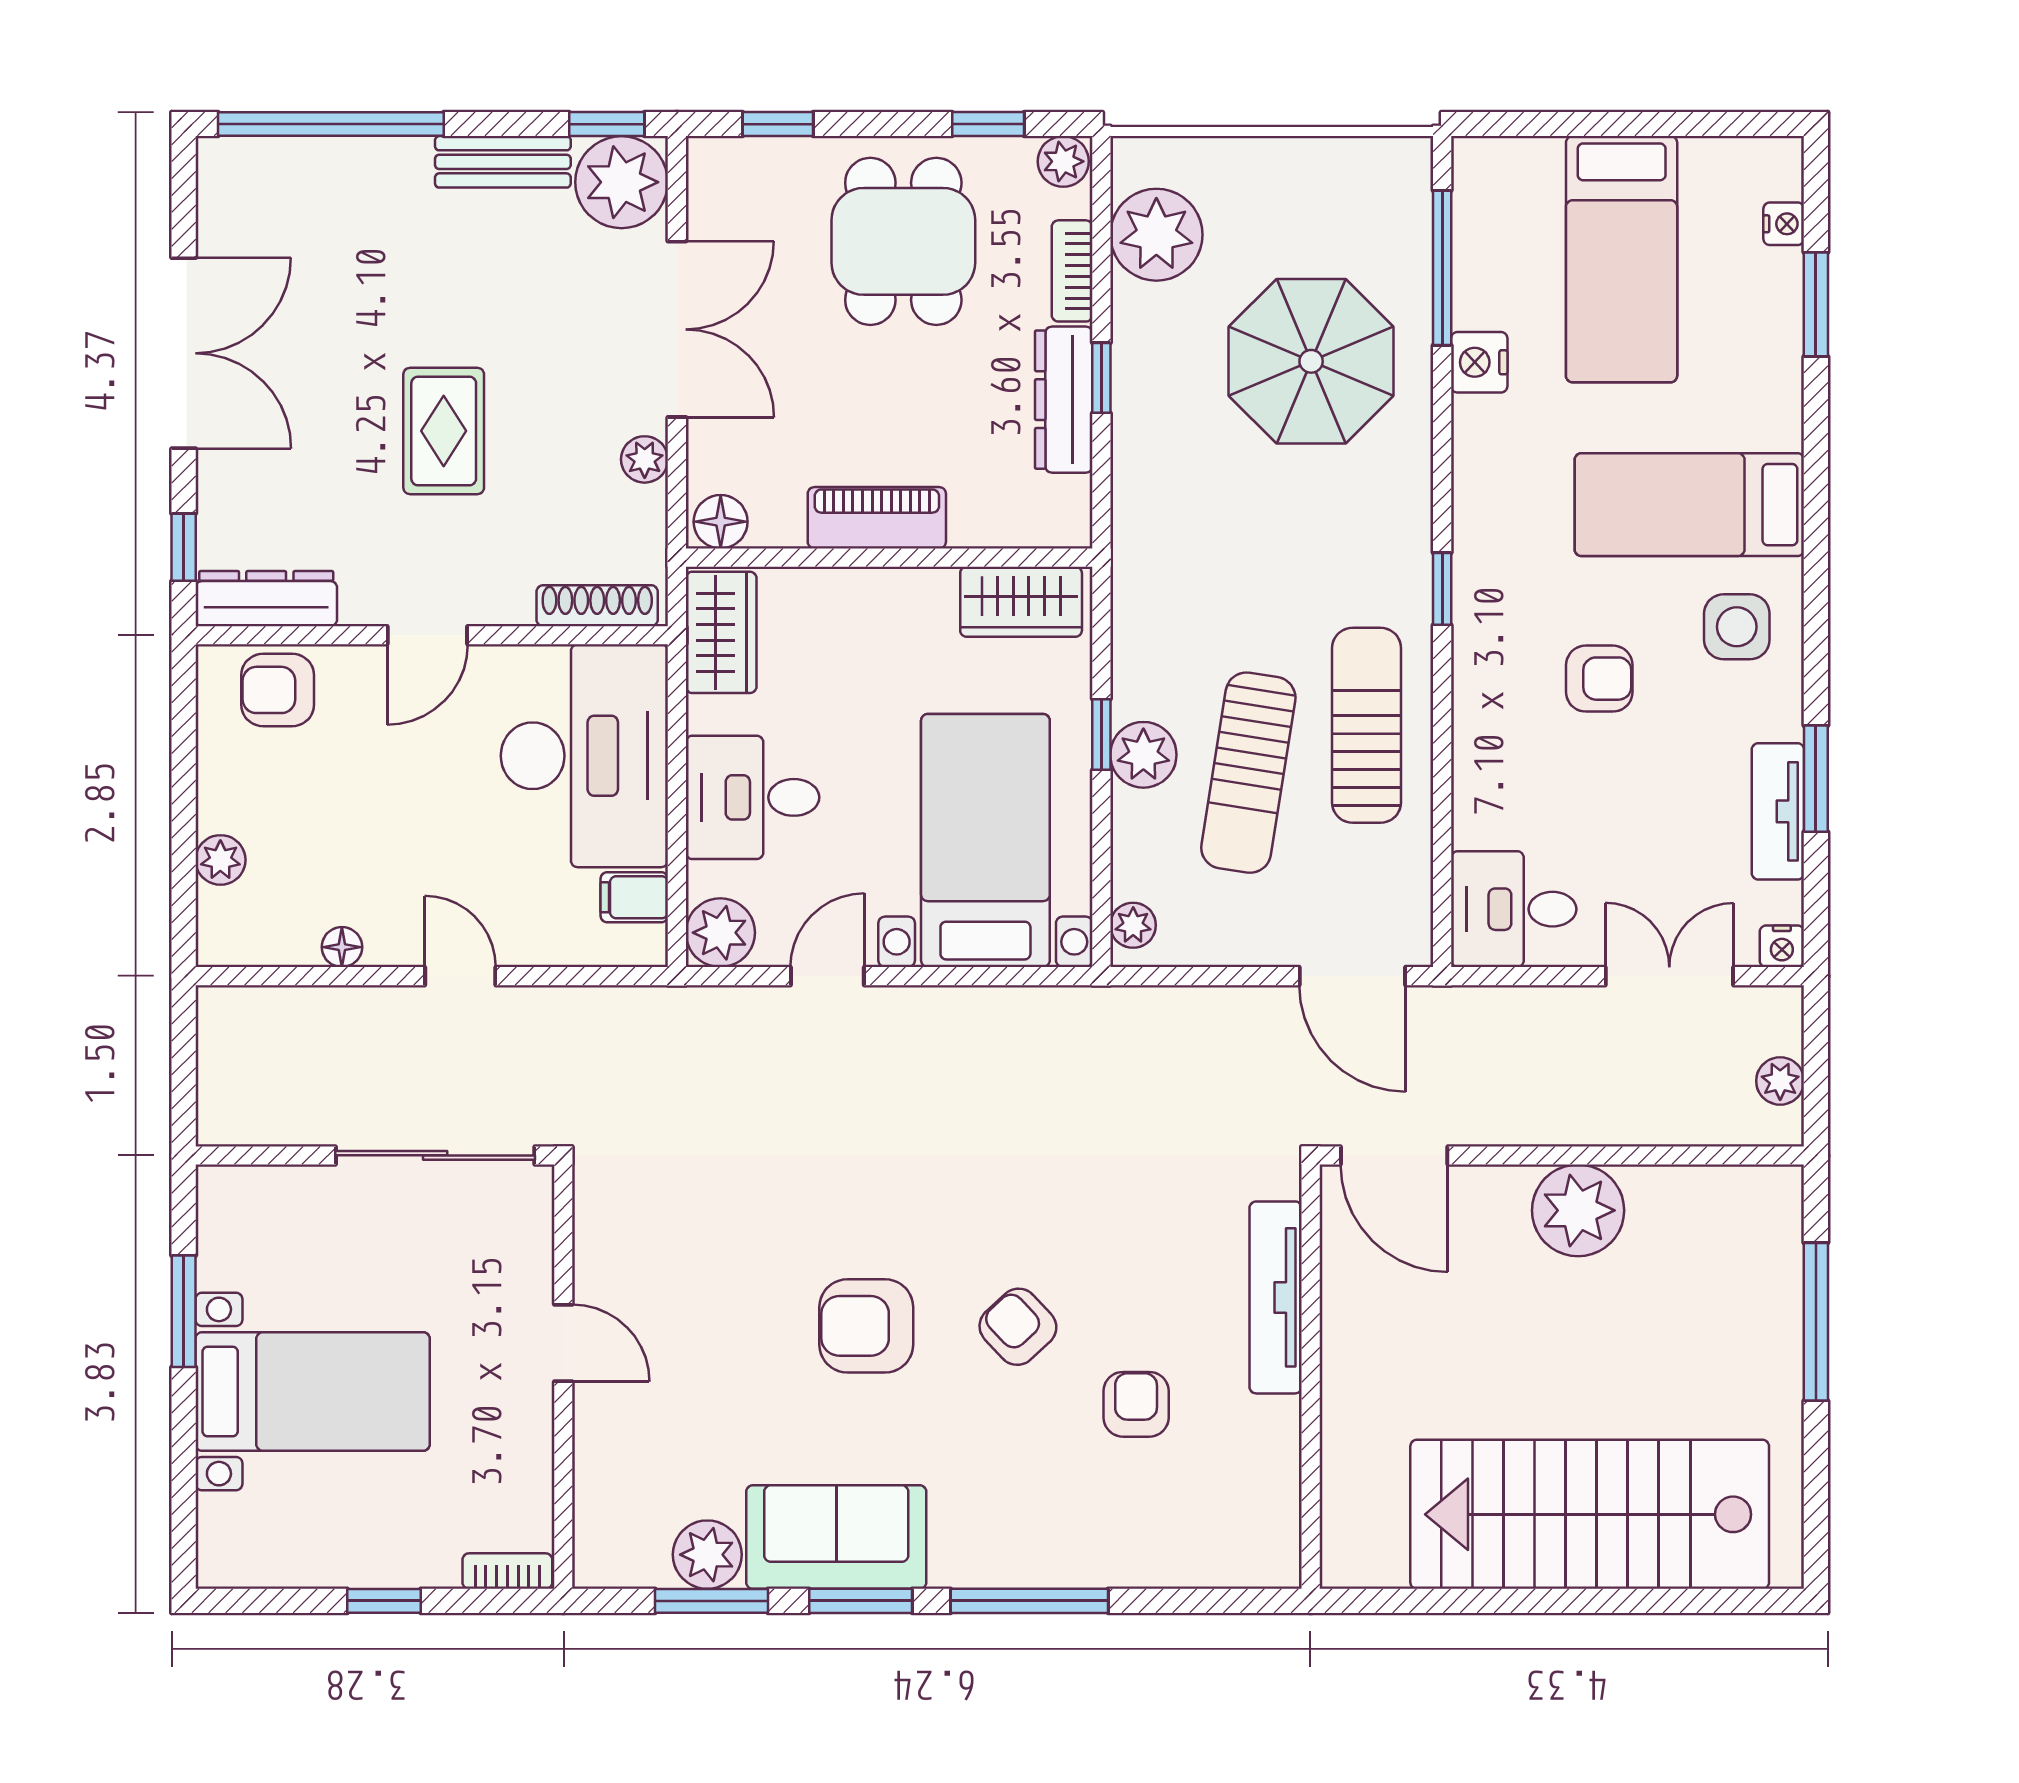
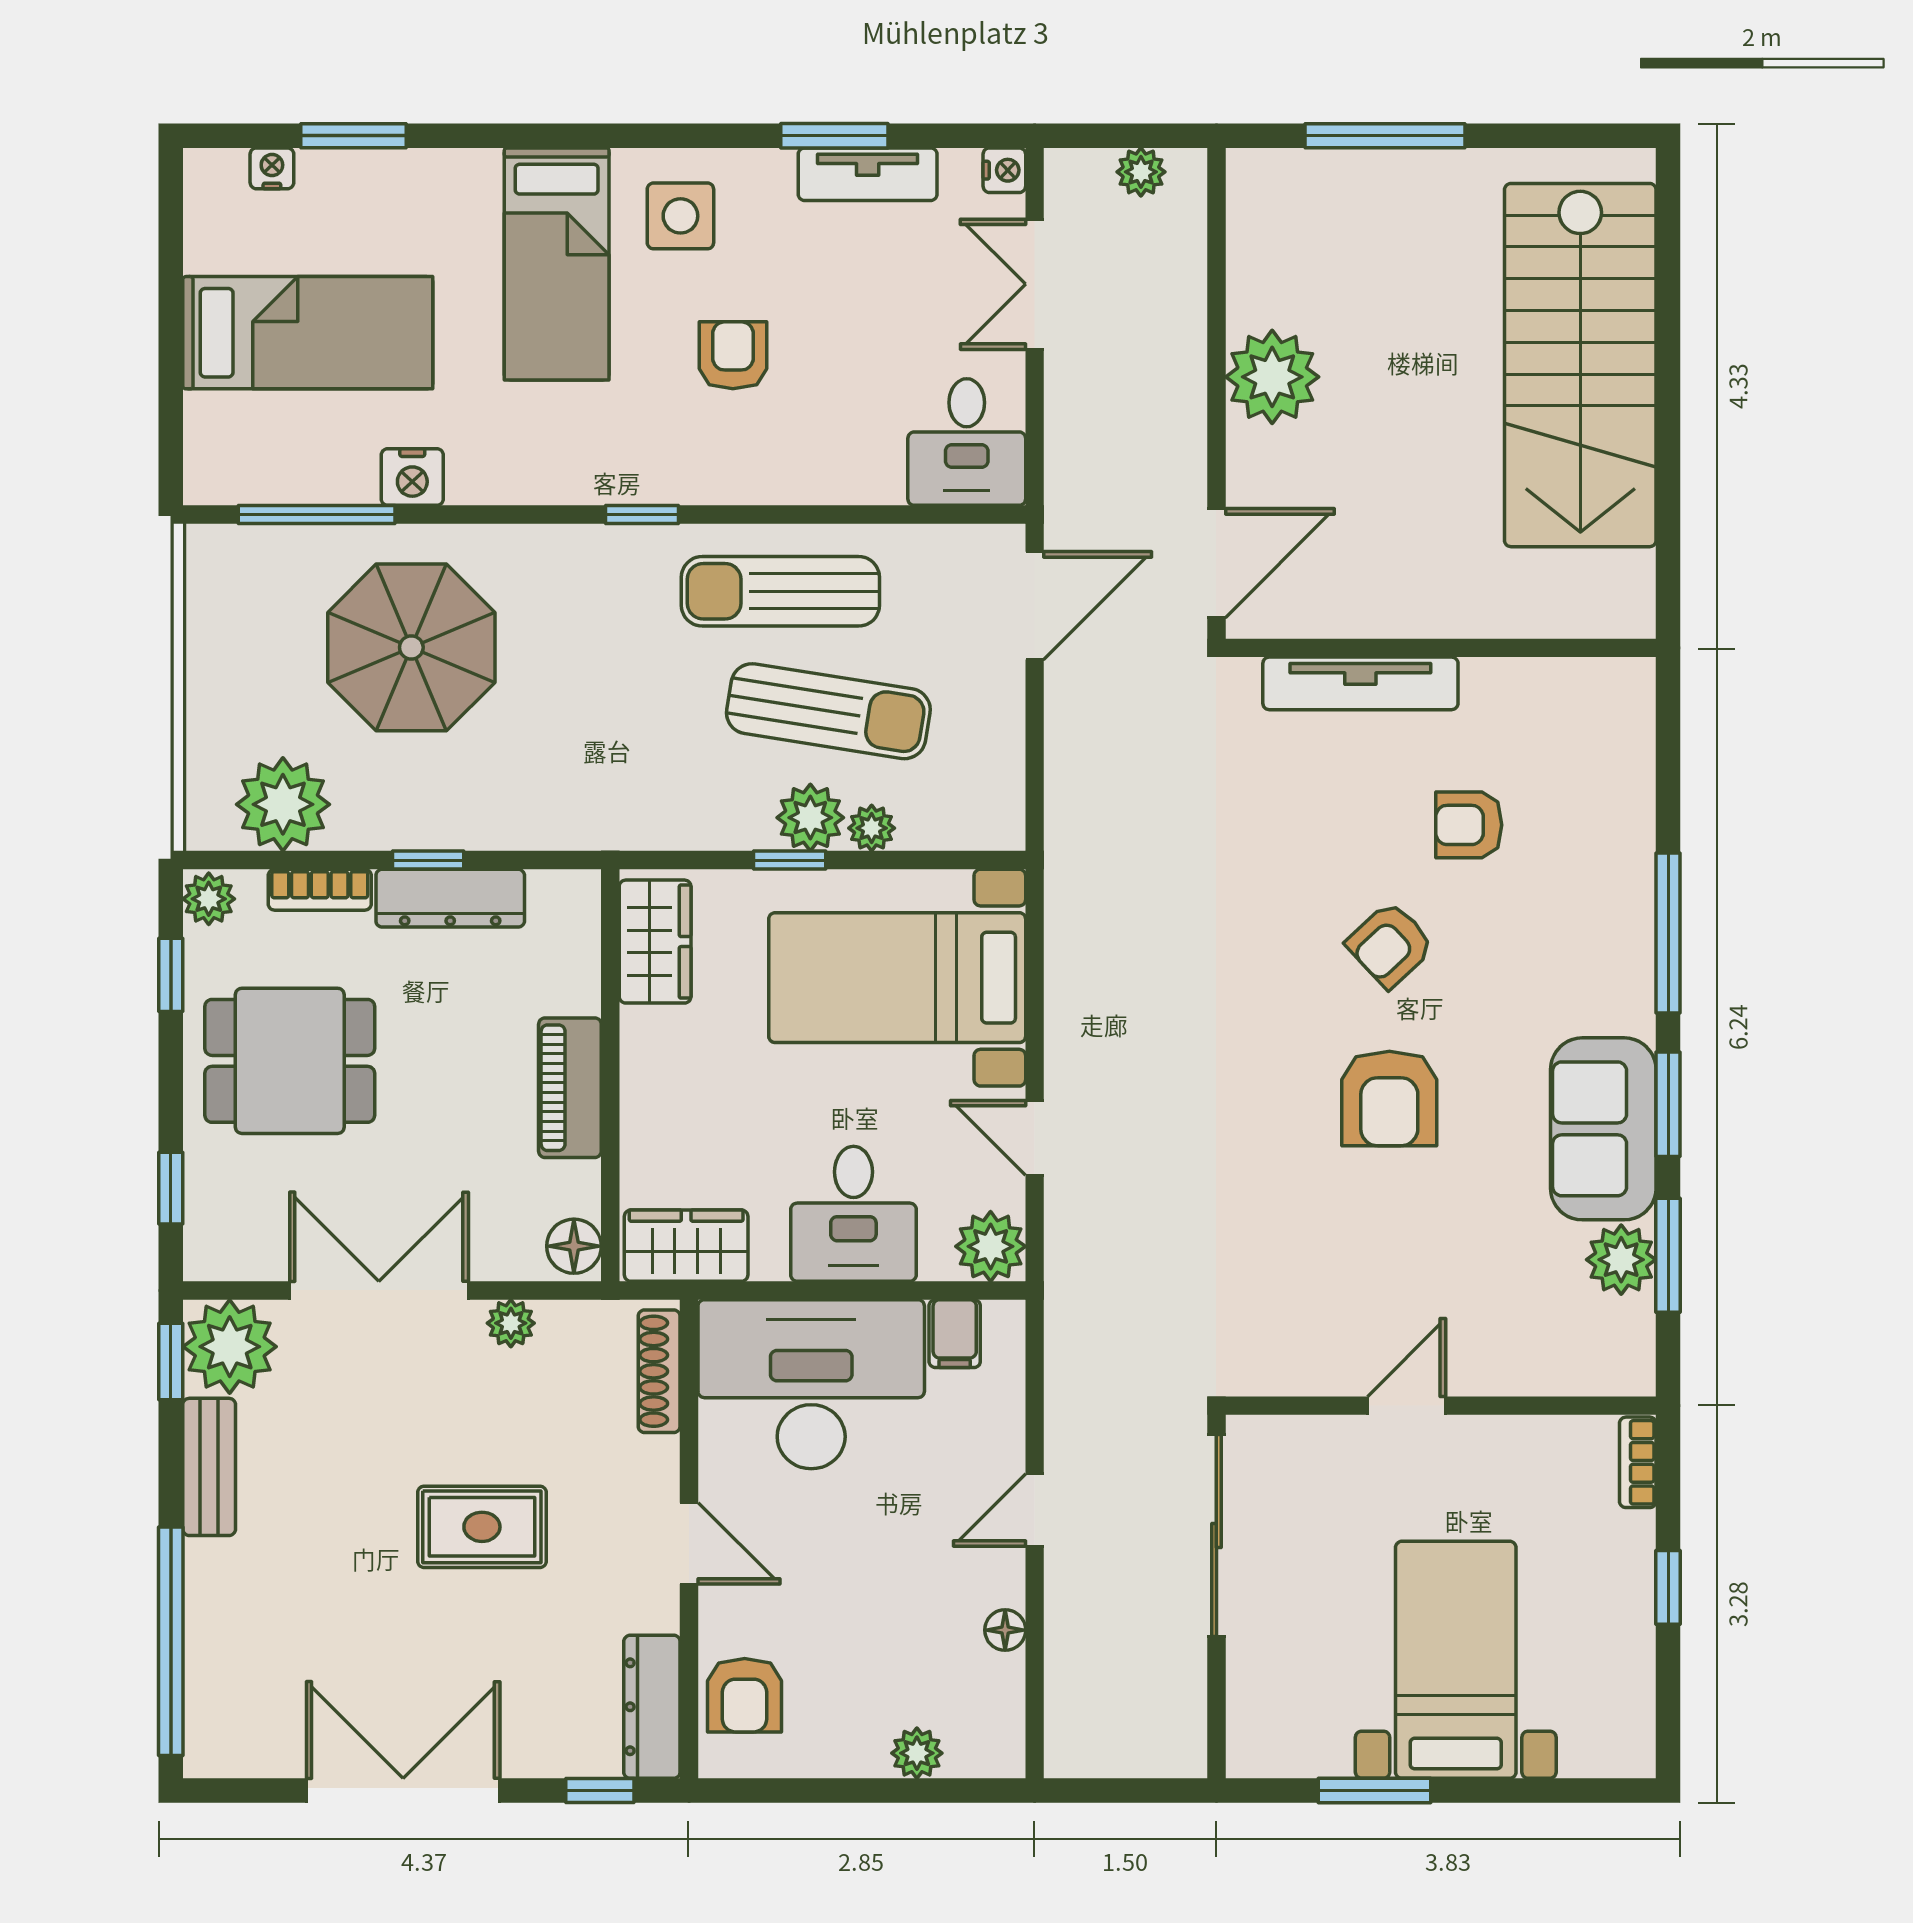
plant: (1133, 925) -> (872, 828), moved

